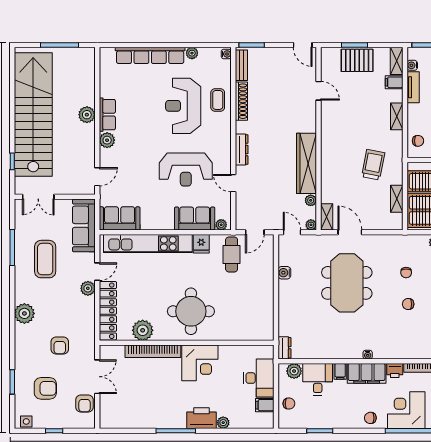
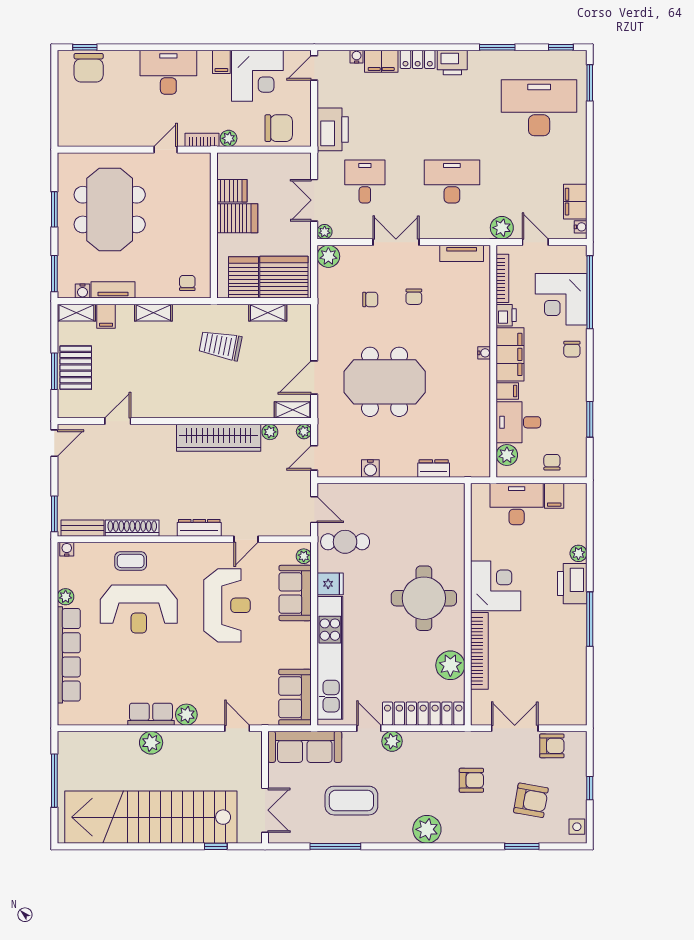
dresser: (284, 348) -> (434, 468), moved
armchair: (45, 388) -> (531, 800), turned 100

